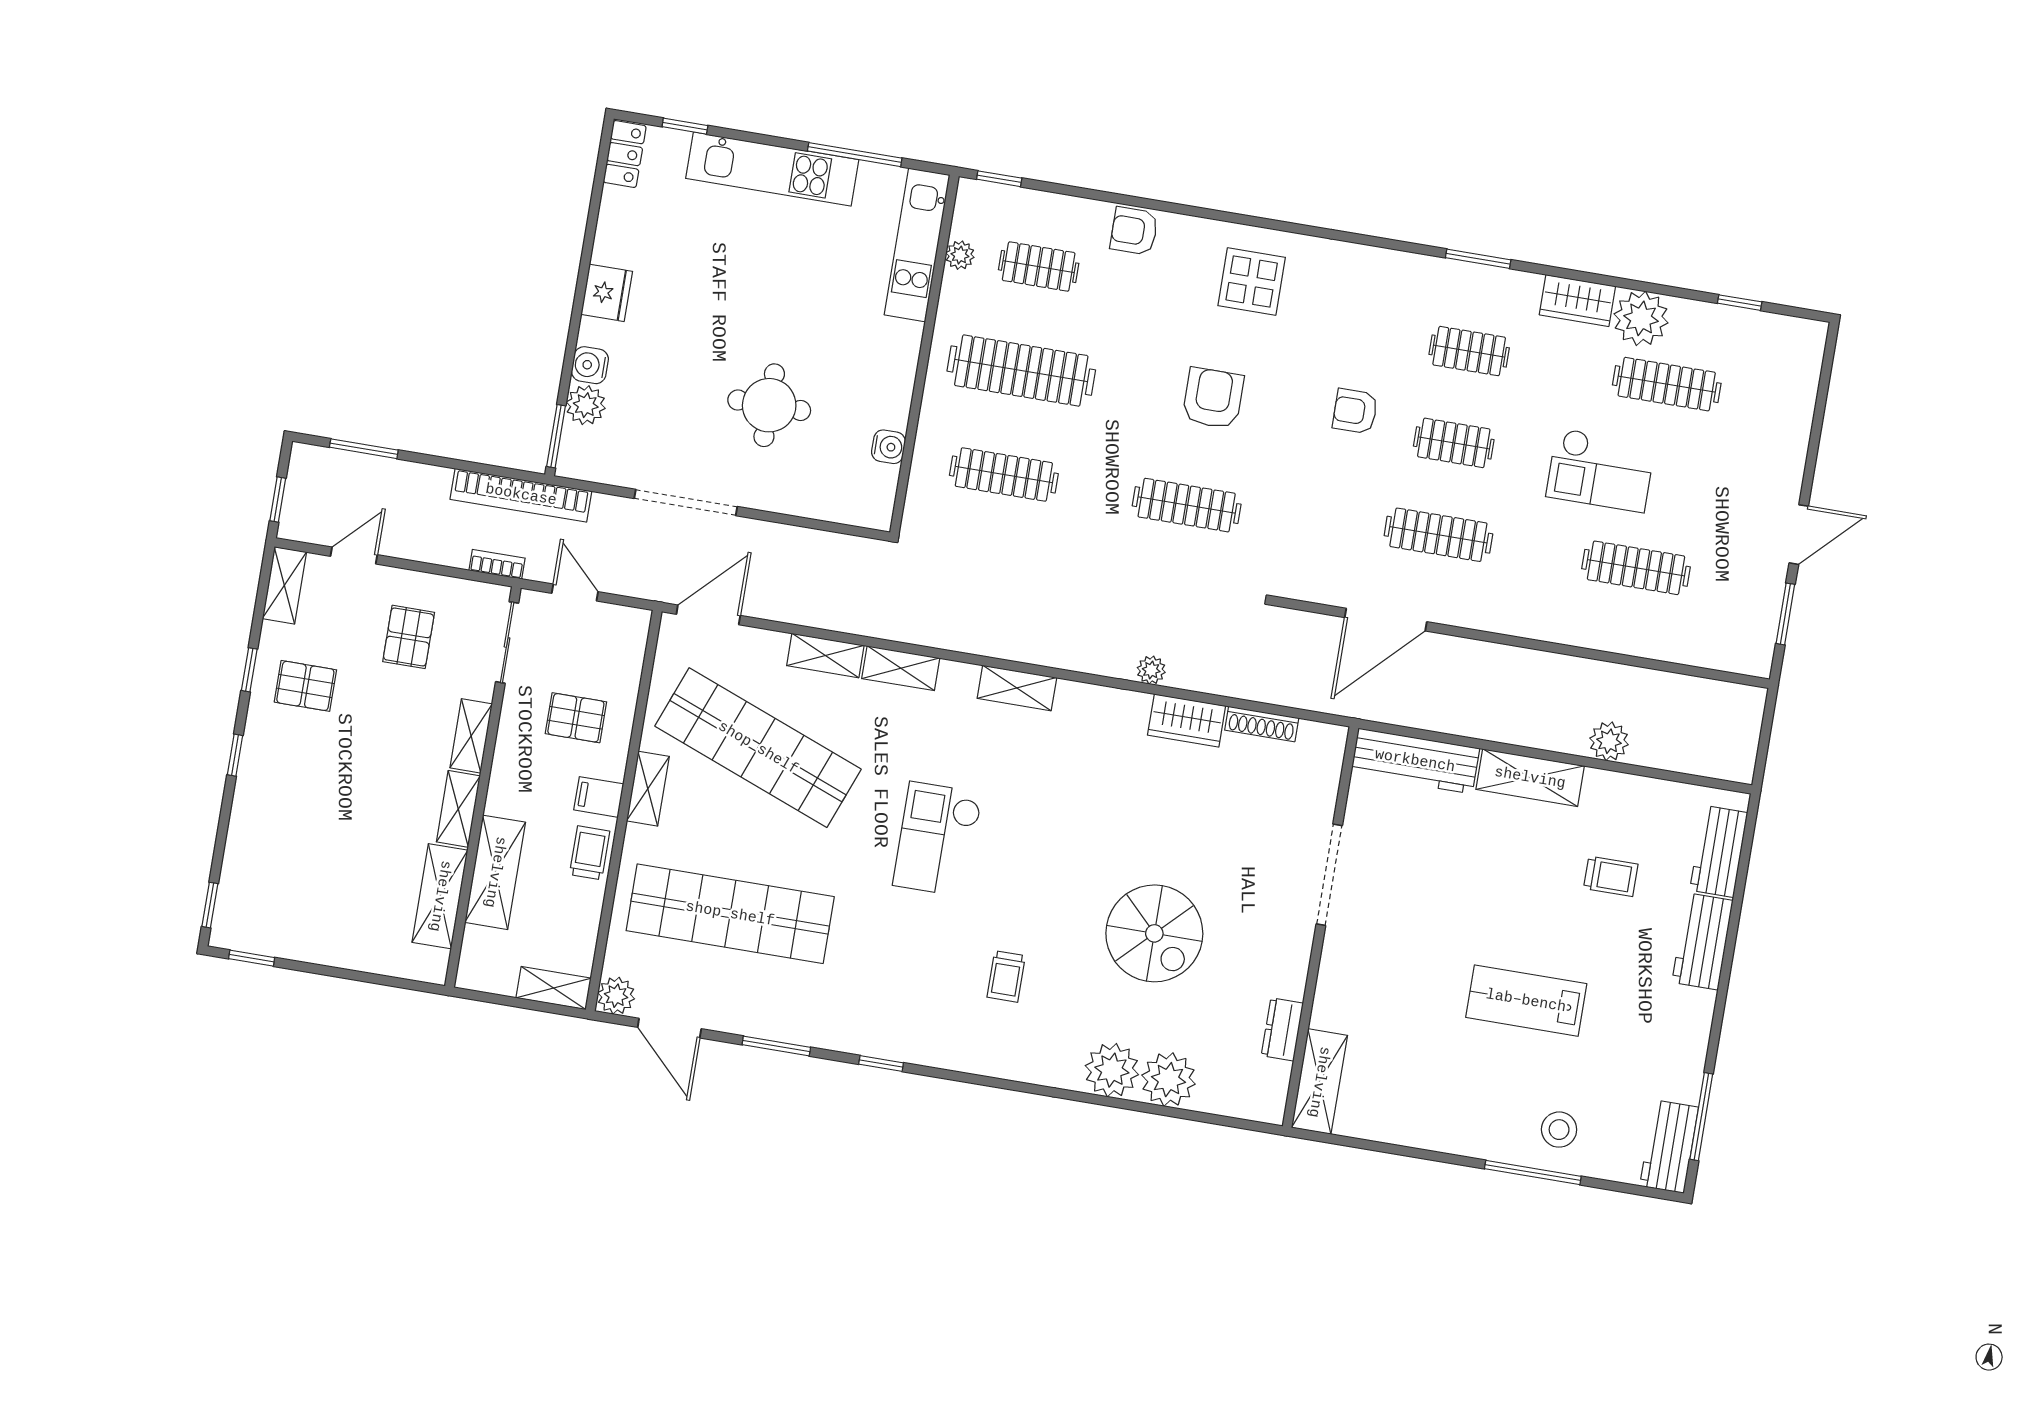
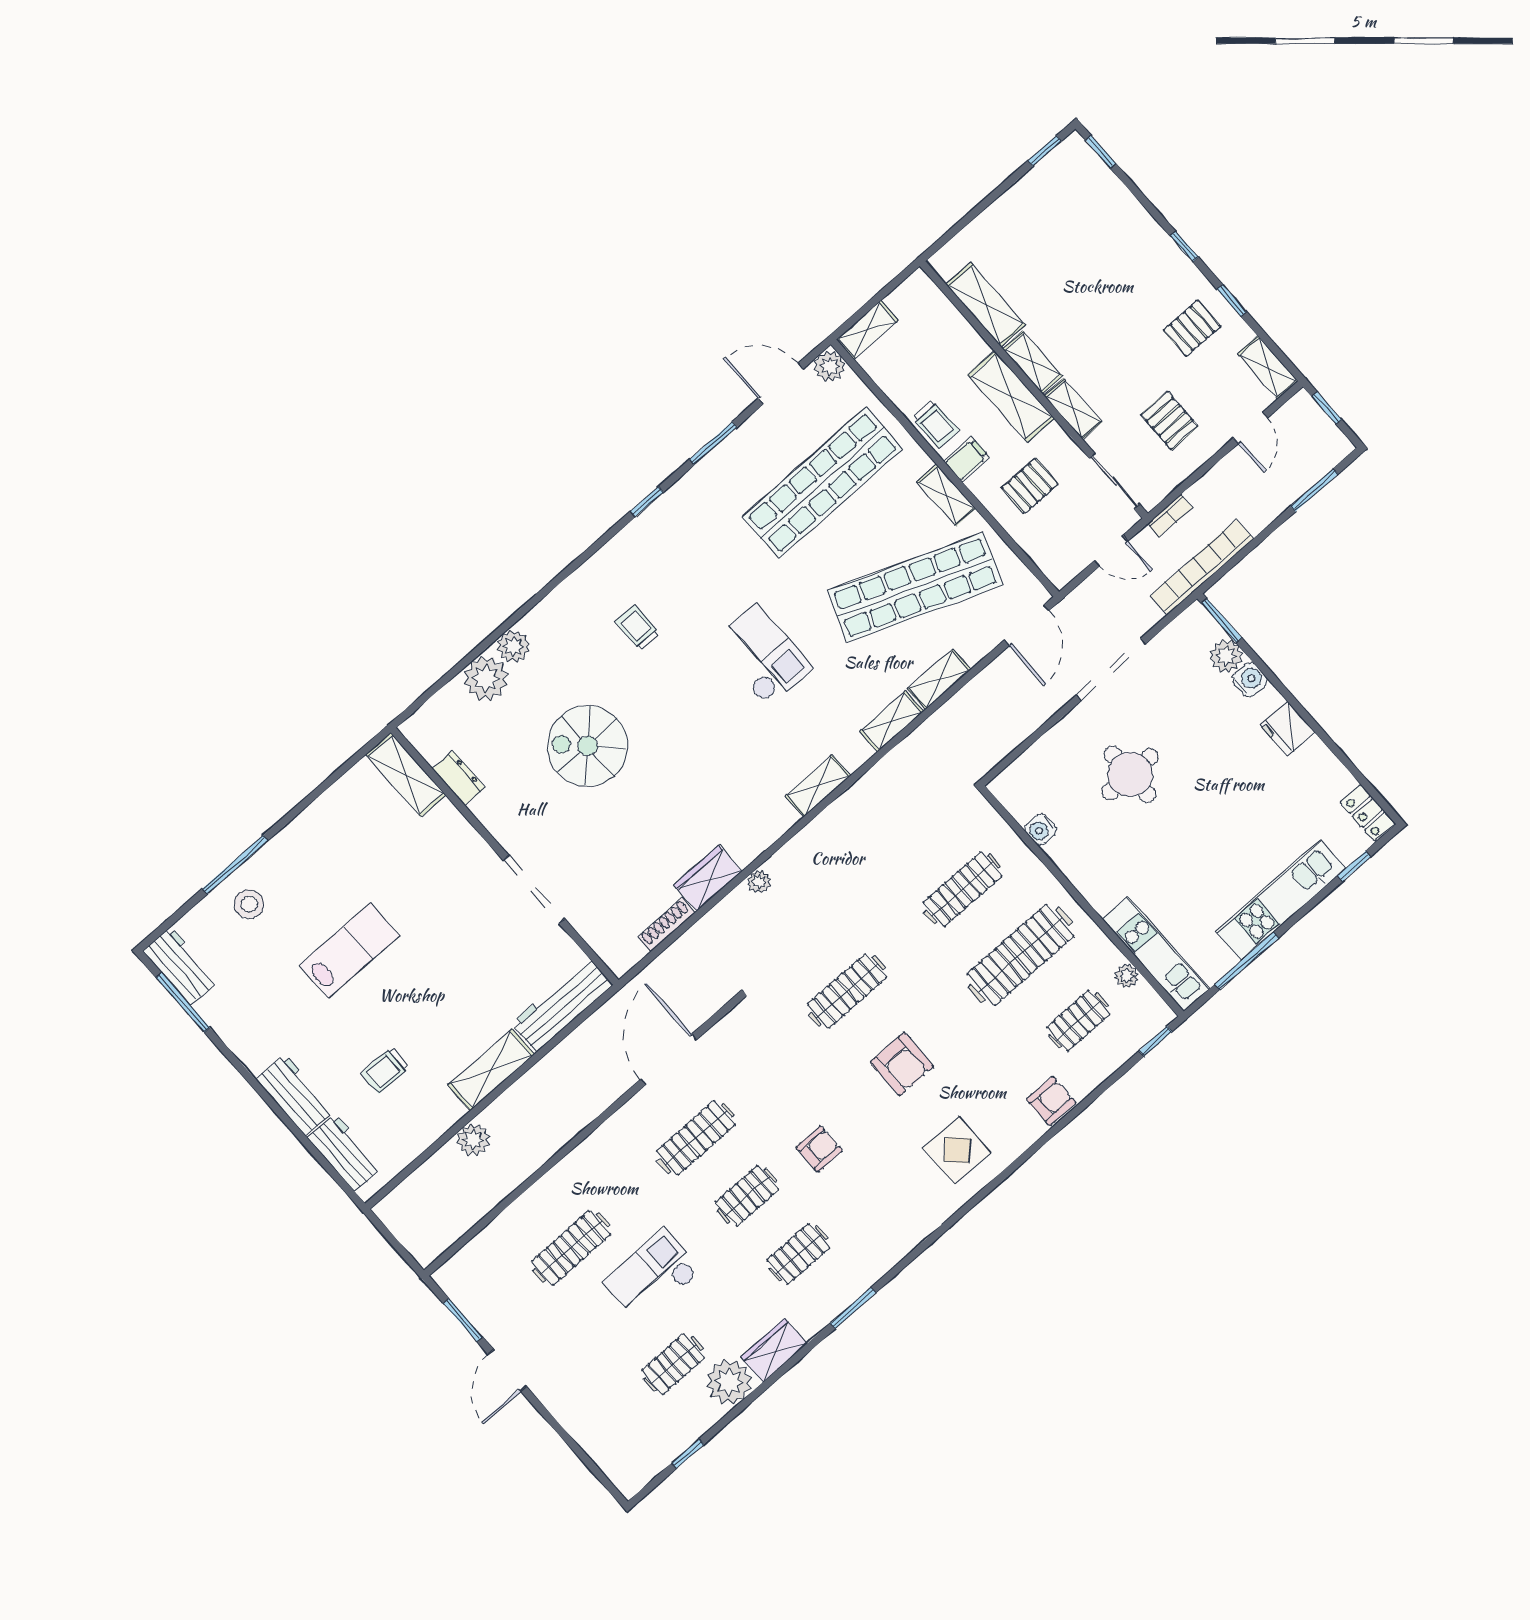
clothes rail: (1667, 384) -> (673, 1364), width x0.73
shelving: (495, 872) -> (1011, 396), moved
plant: (1112, 1070) -> (513, 646), width x0.73, depth x0.73

